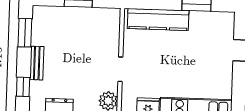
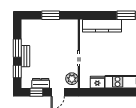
window: (25, 33) -> (17, 48), moved

